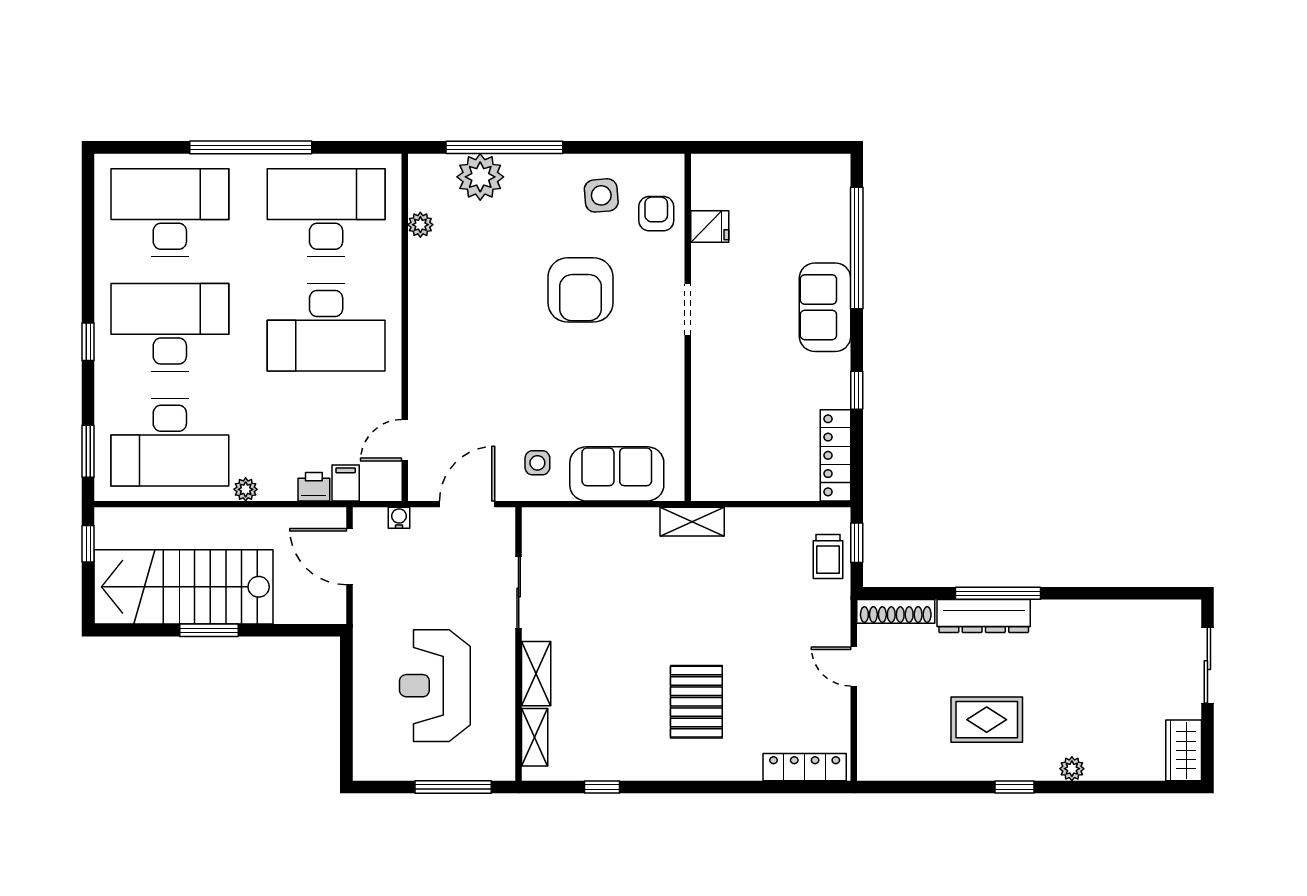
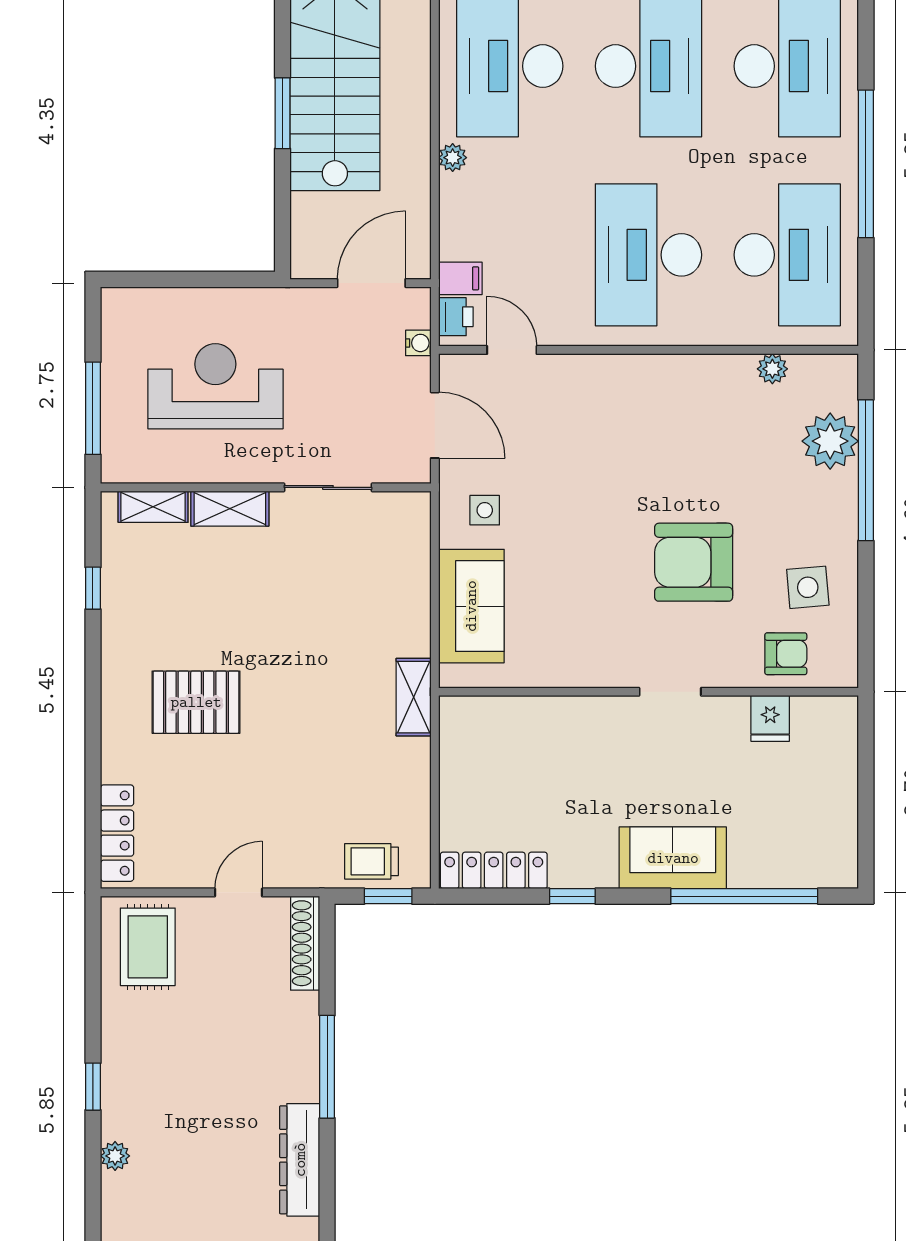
printer: (314, 487) -> (456, 317), moved
dresser: (984, 616) -> (300, 1160), moved
rug: (987, 720) -> (148, 947), moved

